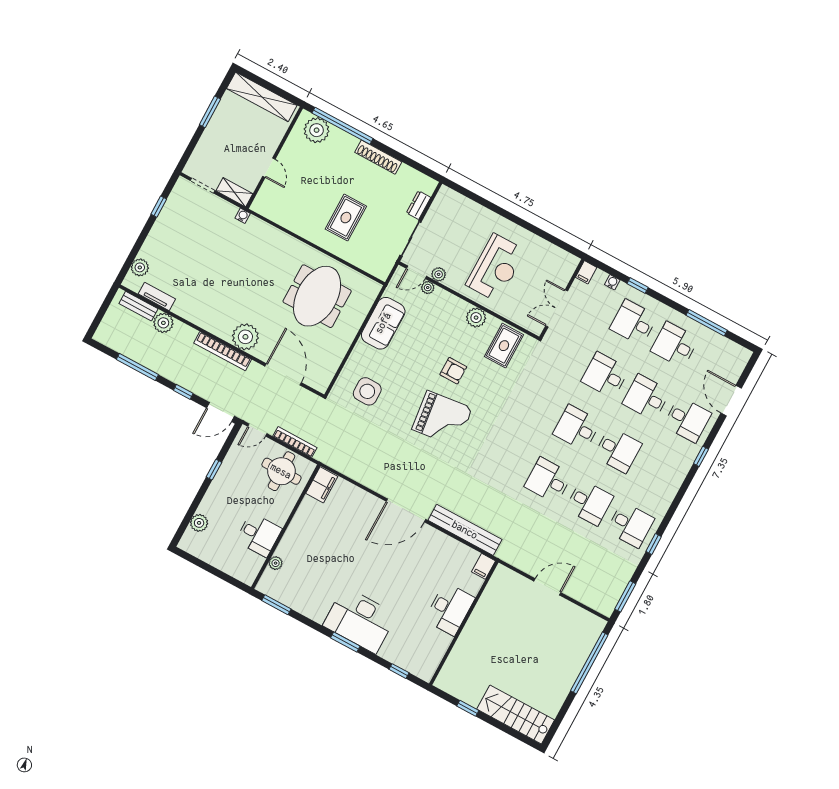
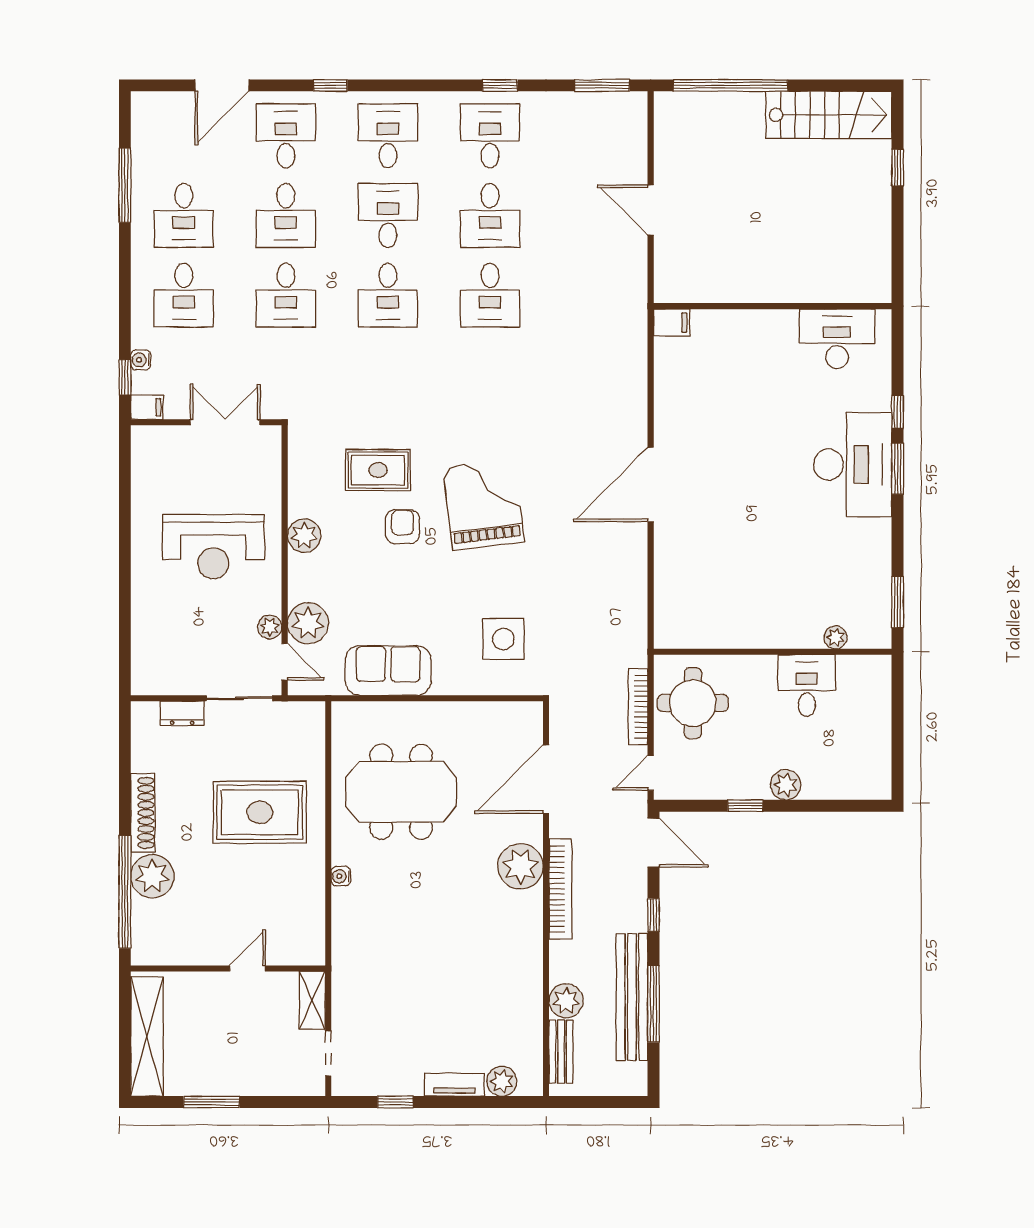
plant: (317, 130) -> (152, 876), moved
water cooler: (243, 216) -> (341, 876), moved
rug: (346, 218) -> (260, 812), width x1.36, depth x1.43
reception desk: (496, 268) -> (213, 547), turned 180
window: (638, 285) -> (125, 377), moved
plant: (428, 288) -> (308, 623), width x1.88, depth x1.88
tv unit: (157, 296) -> (455, 1085), moved, turned 90
double door: (557, 308) -> (225, 422), swing flipped
rug: (504, 346) -> (378, 470), moved
door: (257, 430) -> (651, 773), swing flipped
desk: (659, 472) -> (388, 136), added
filing cabinet: (322, 485) -> (681, 632), removed
desk: (589, 503) -> (490, 215), turned 180
door: (406, 510) -> (651, 484), swing flipped
plant: (199, 523) -> (786, 785), moved
bench: (465, 530) -> (632, 997), moved
desk: (450, 609) -> (837, 339), moved
window: (399, 671) -> (898, 412), moved
window: (468, 708) -> (898, 168), moved
stairs: (516, 714) -> (829, 115), moved, turned -90

